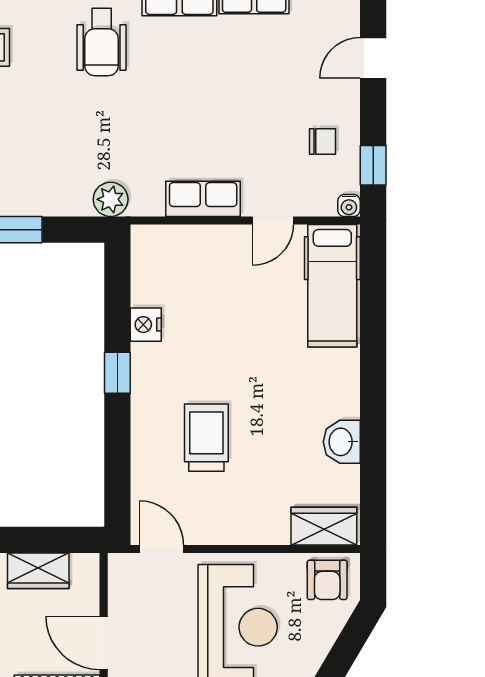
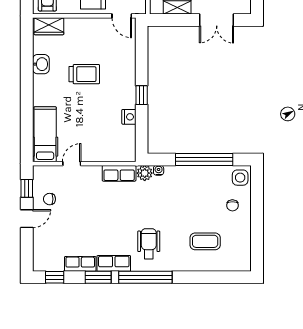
door: (373, 58) -> (27, 219), moved
row of seats: (203, 199) -> (119, 173), moved
water cooler: (349, 206) -> (159, 170), moved
trolley: (206, 438) -> (84, 74), moved, turned -90

